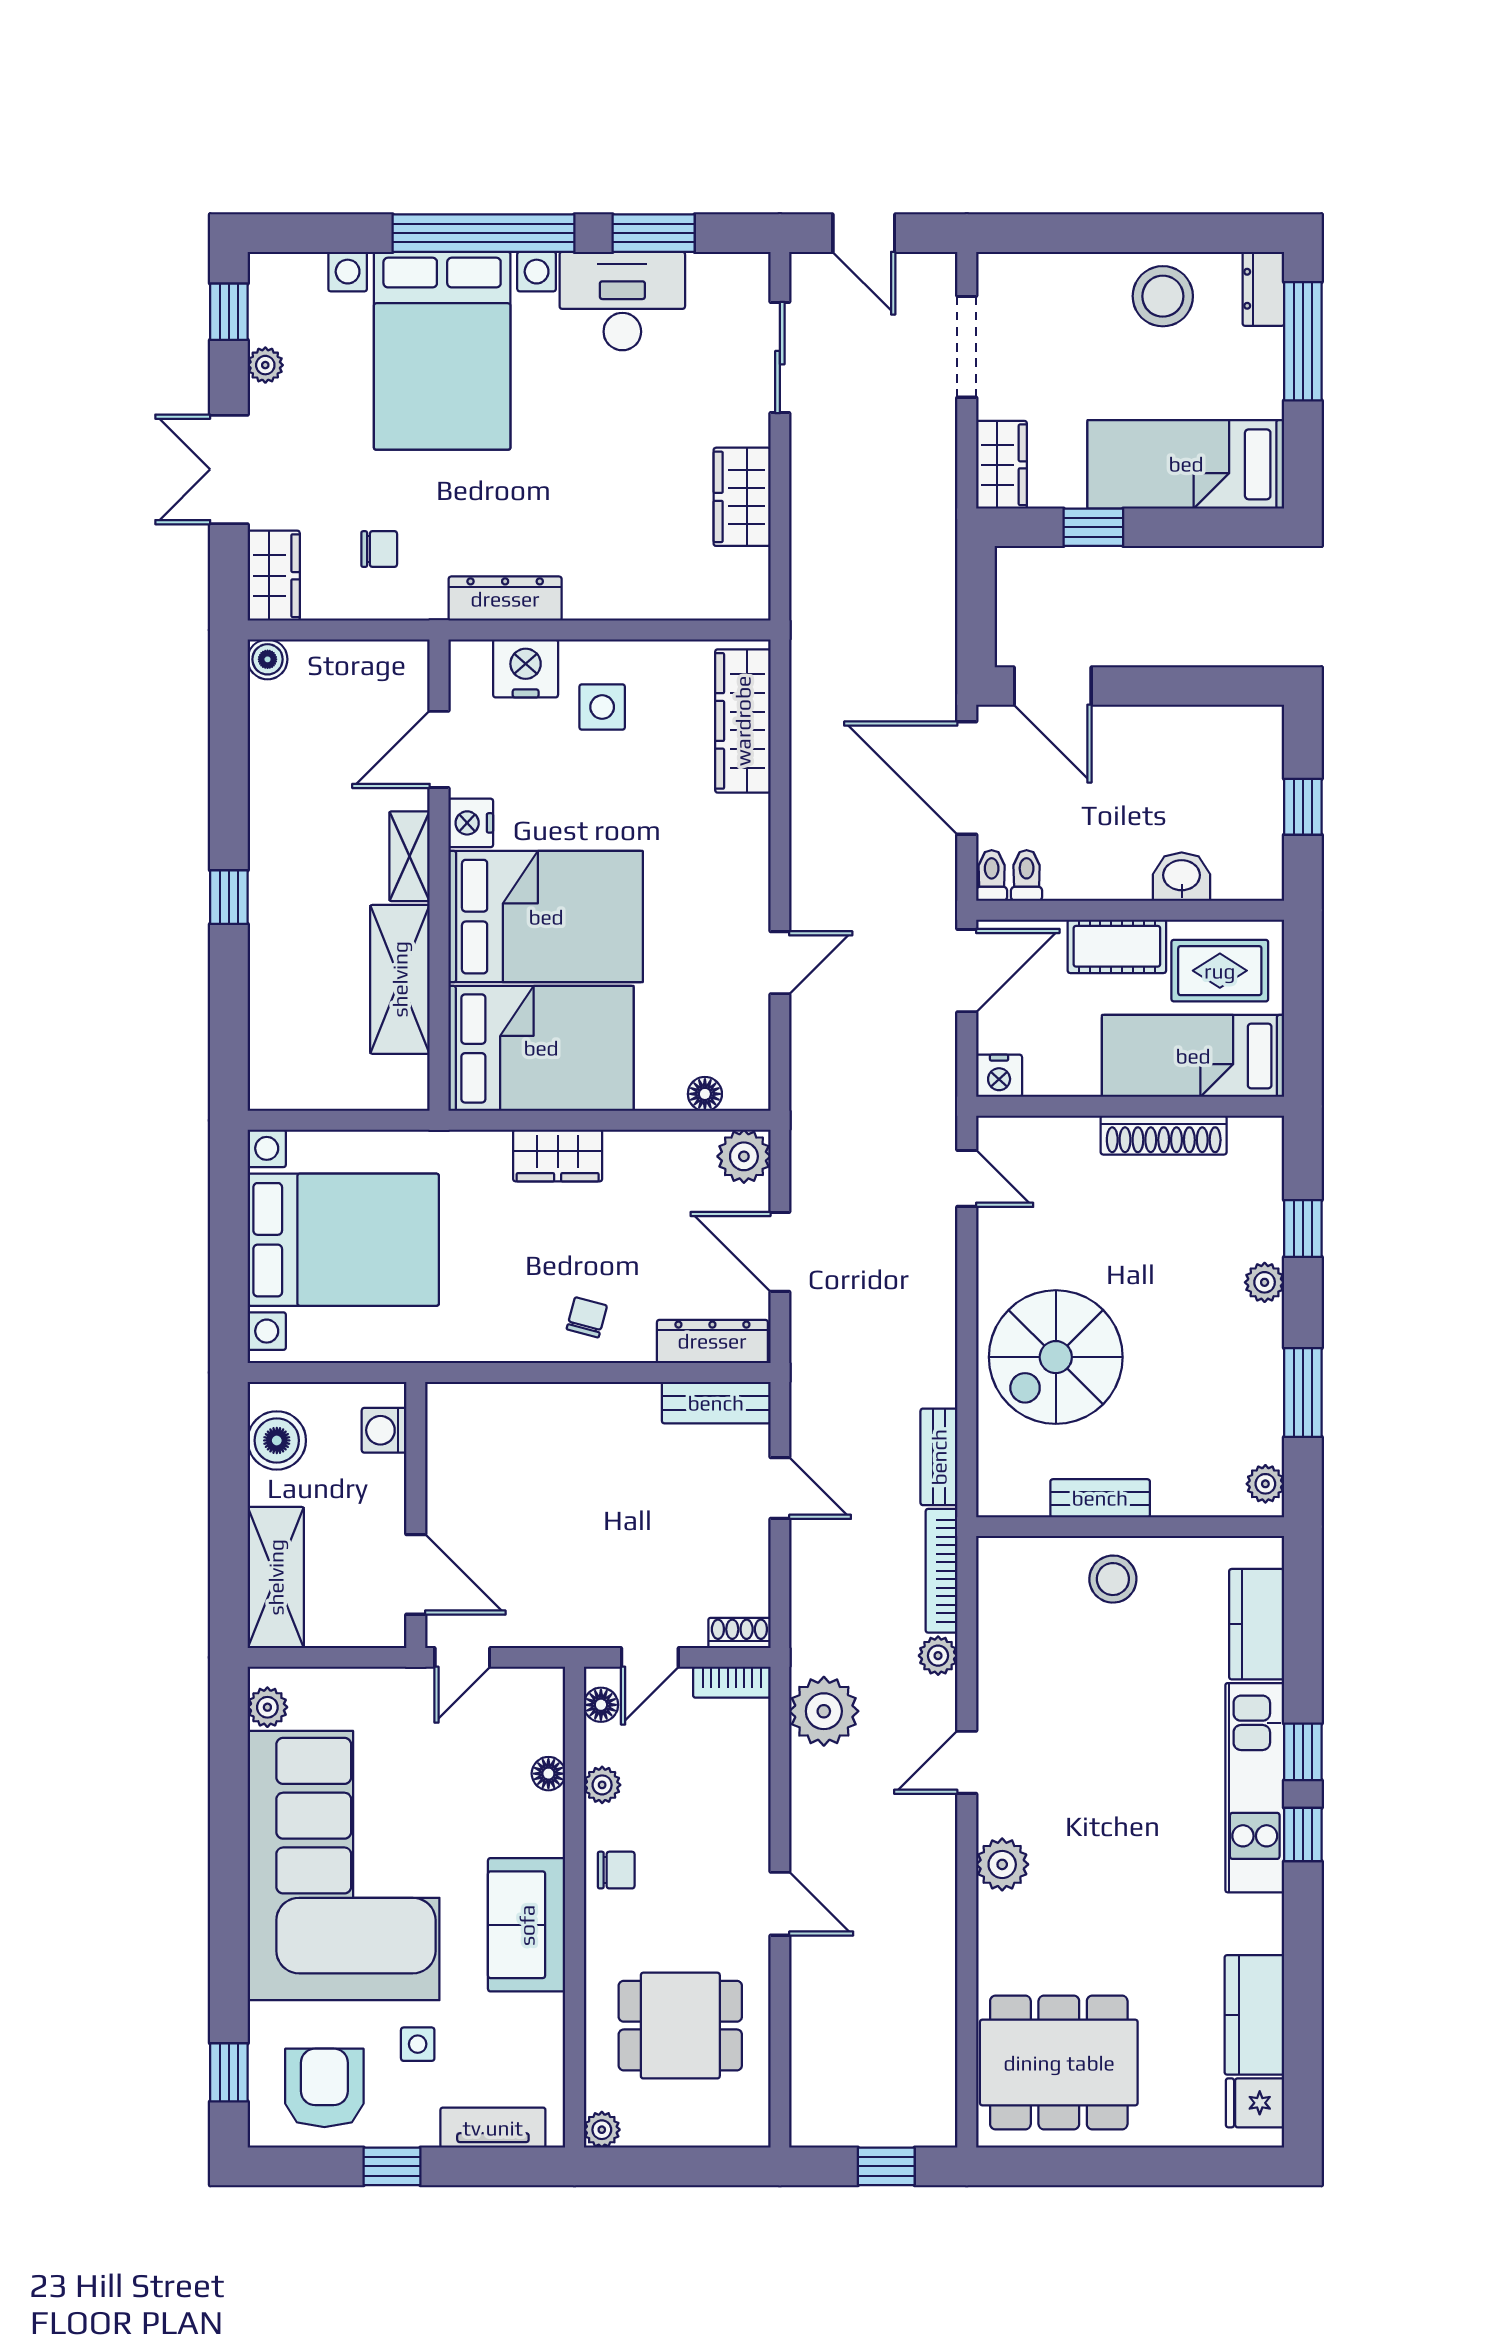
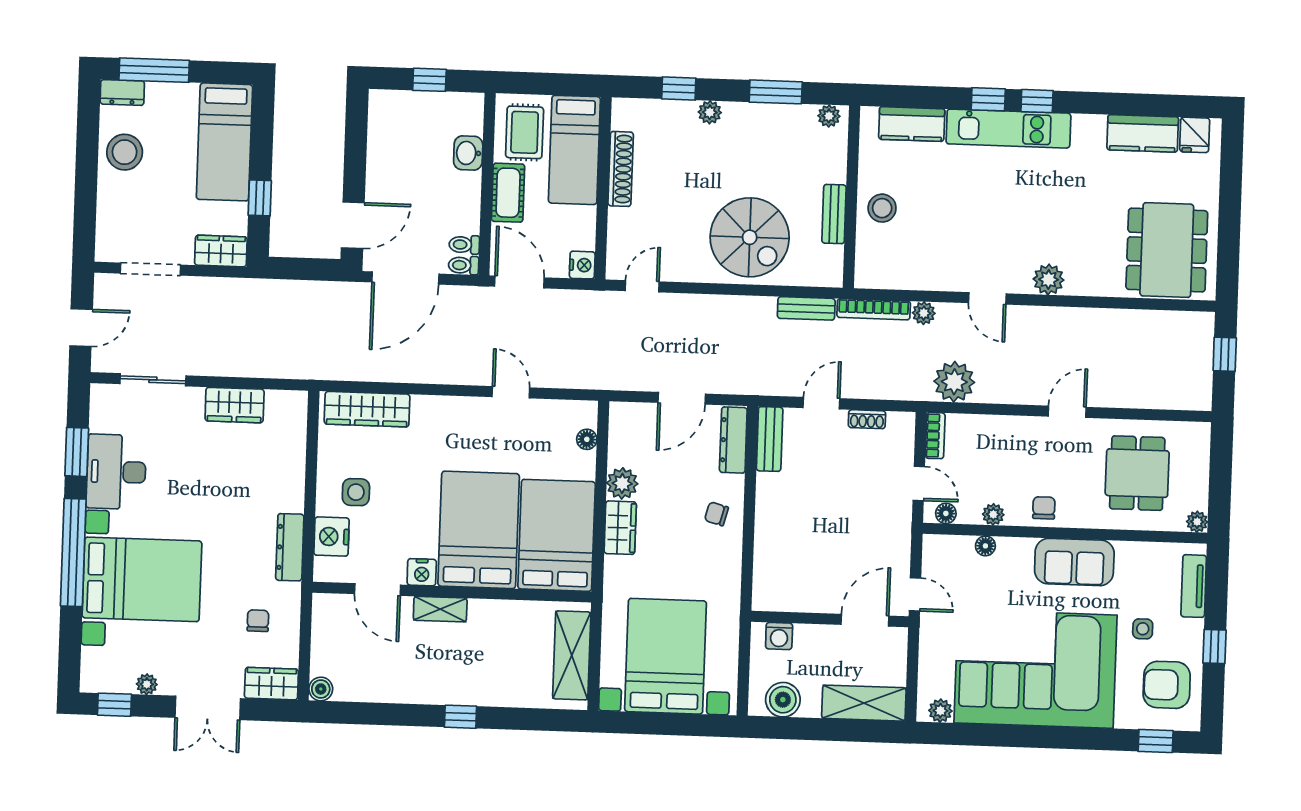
shelving: (400, 979) -> (572, 655), moved, turned 90
plant: (744, 1156) -> (622, 483), moved
shoe rack: (739, 1633) -> (867, 419), moved, turned -90

